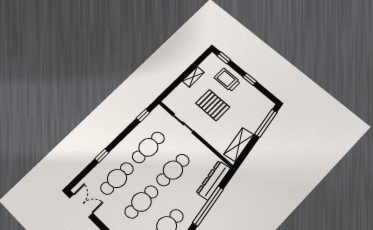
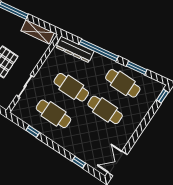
window: (143, 115) -> (33, 131), moved
window: (102, 156) -> (79, 162), moved
cafe table: (117, 178) -> (87, 136), removed

